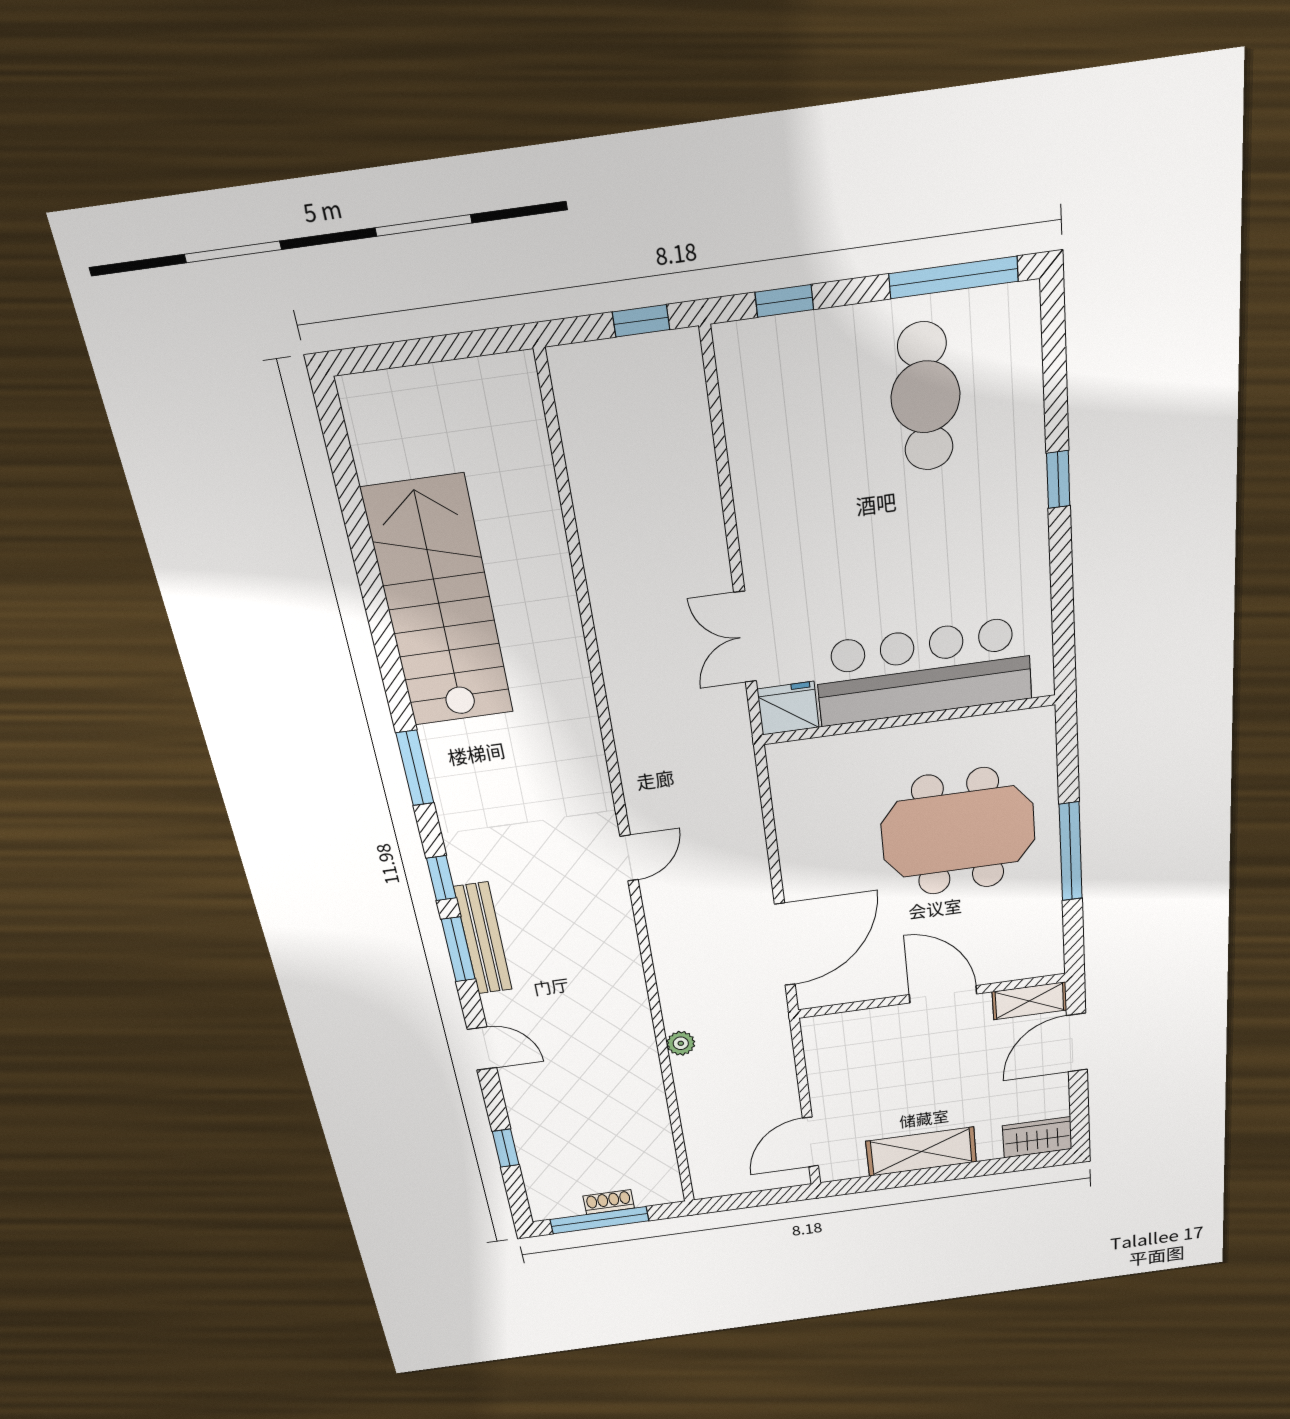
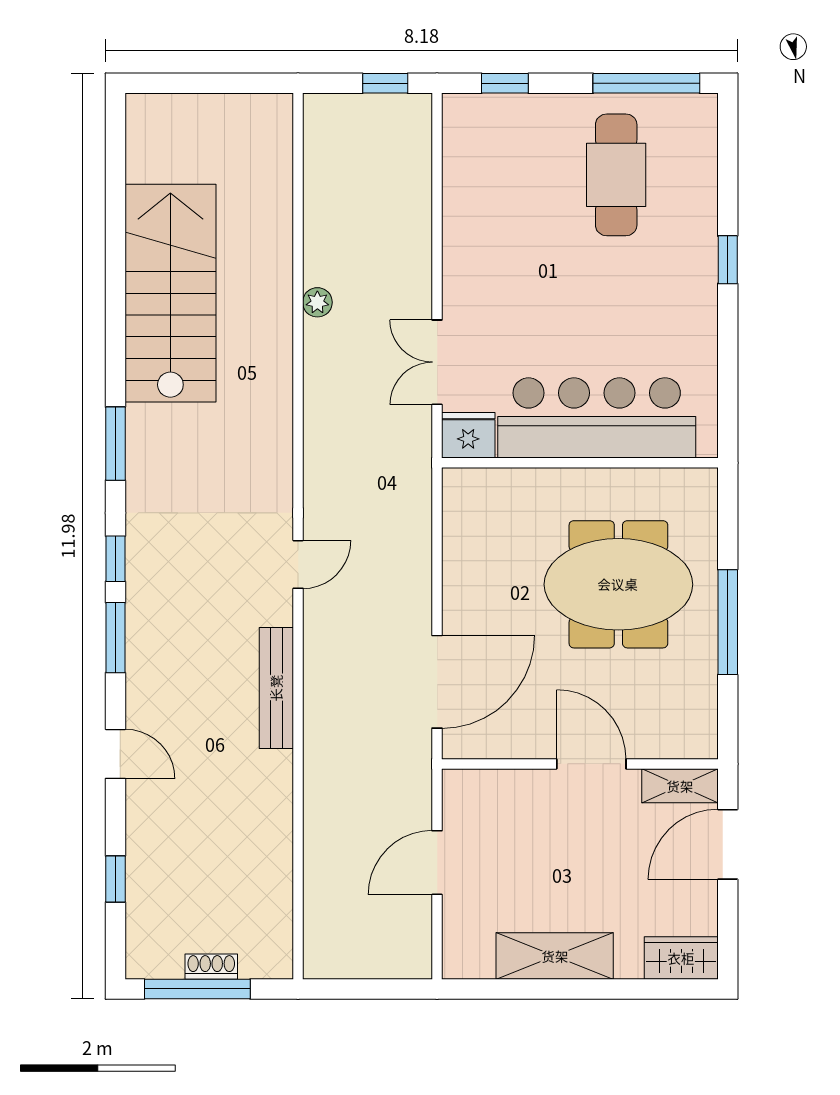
bench: (483, 939) -> (276, 688), moved
plant: (681, 1043) -> (317, 302), moved
door: (810, 1142) -> (437, 863), moved

